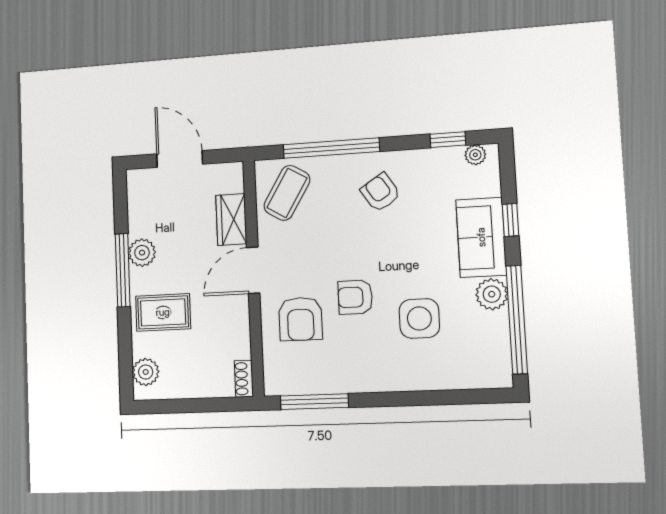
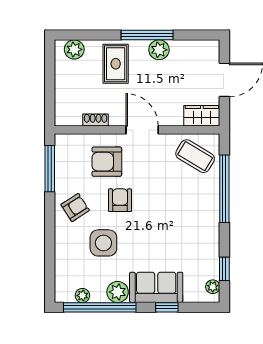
armchair: (380, 192) -> (75, 208), moved
wardrobe: (231, 219) -> (202, 116), moved
plant: (500, 346) -> (82, 296), added
shoe rack: (244, 379) -> (96, 120), moved

